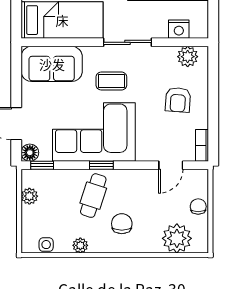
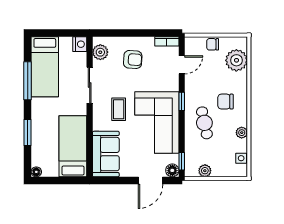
nightstand: (179, 29) -> (80, 44), moved
sliding door: (128, 42) -> (90, 85), moved
window: (101, 165) -> (182, 101), moved
door: (171, 165) -> (182, 65), hinge flipped
cafe table: (93, 196) -> (204, 123), turned 60

